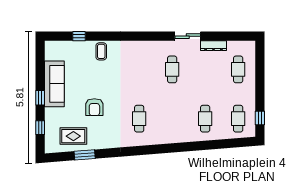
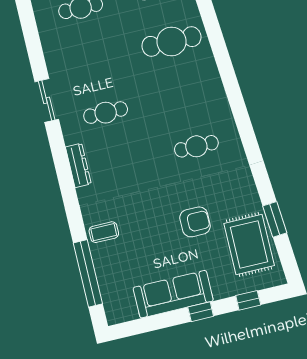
window: (79, 36) -> (88, 273), width x3.17
dresser: (214, 46) -> (78, 165), moved
cafe table: (205, 119) -> (171, 41), width x1.37, depth x1.35
rug: (73, 136) -> (249, 244), width x1.36, depth x1.43

